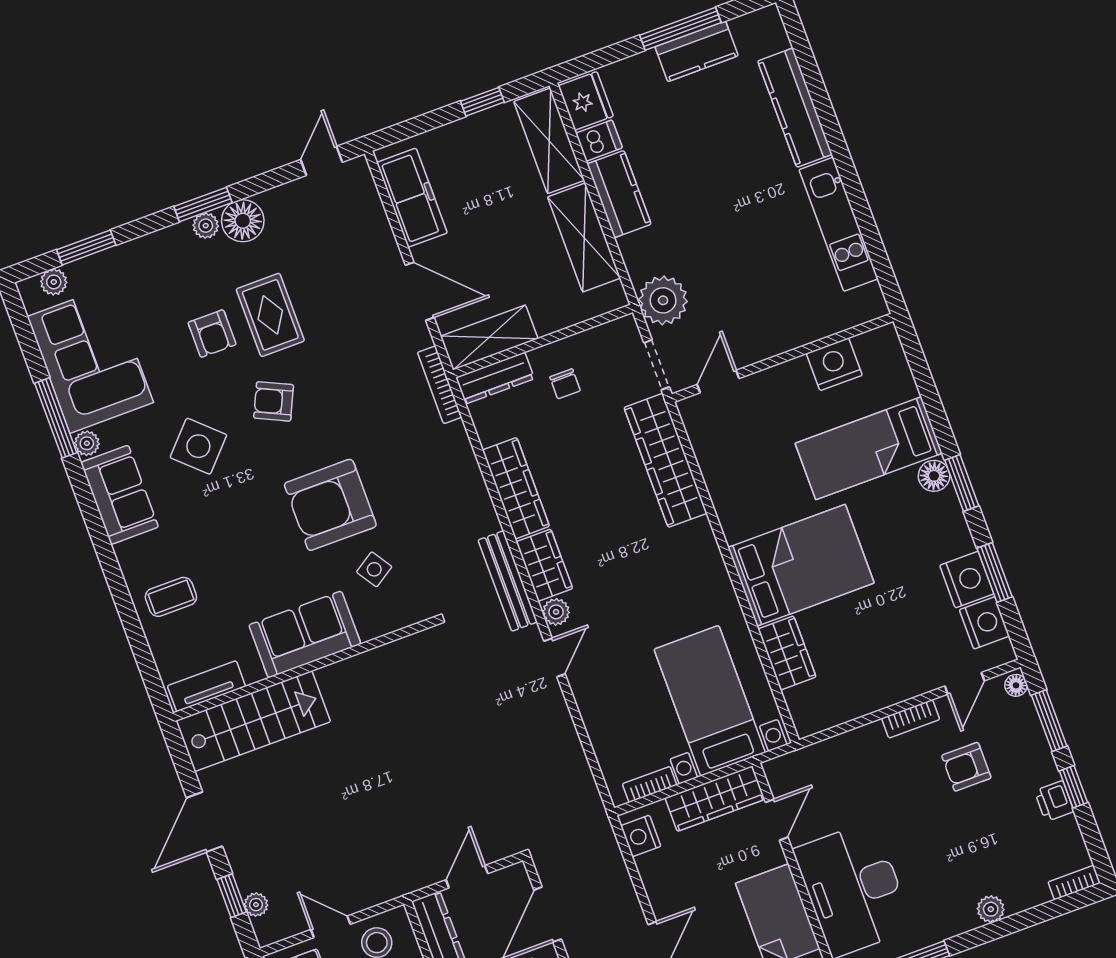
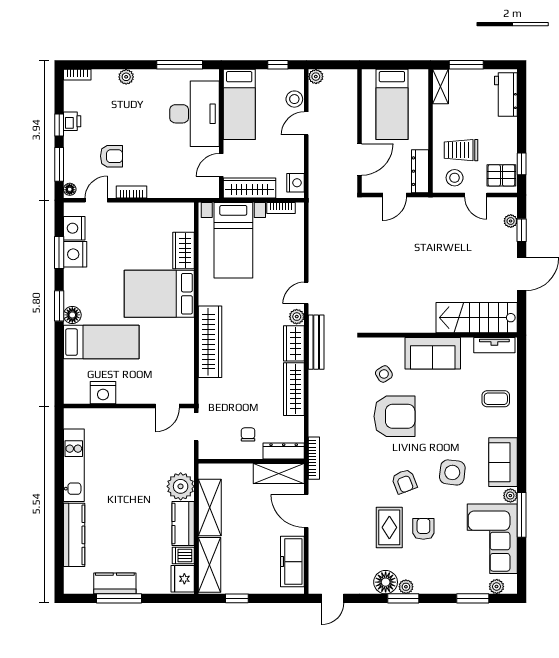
plant: (663, 300) -> (181, 486), moved
armchair: (274, 401) -> (404, 481), turned 44
side table: (198, 446) -> (452, 472), turned -36
wardrobe: (666, 460) -> (210, 342), moved

